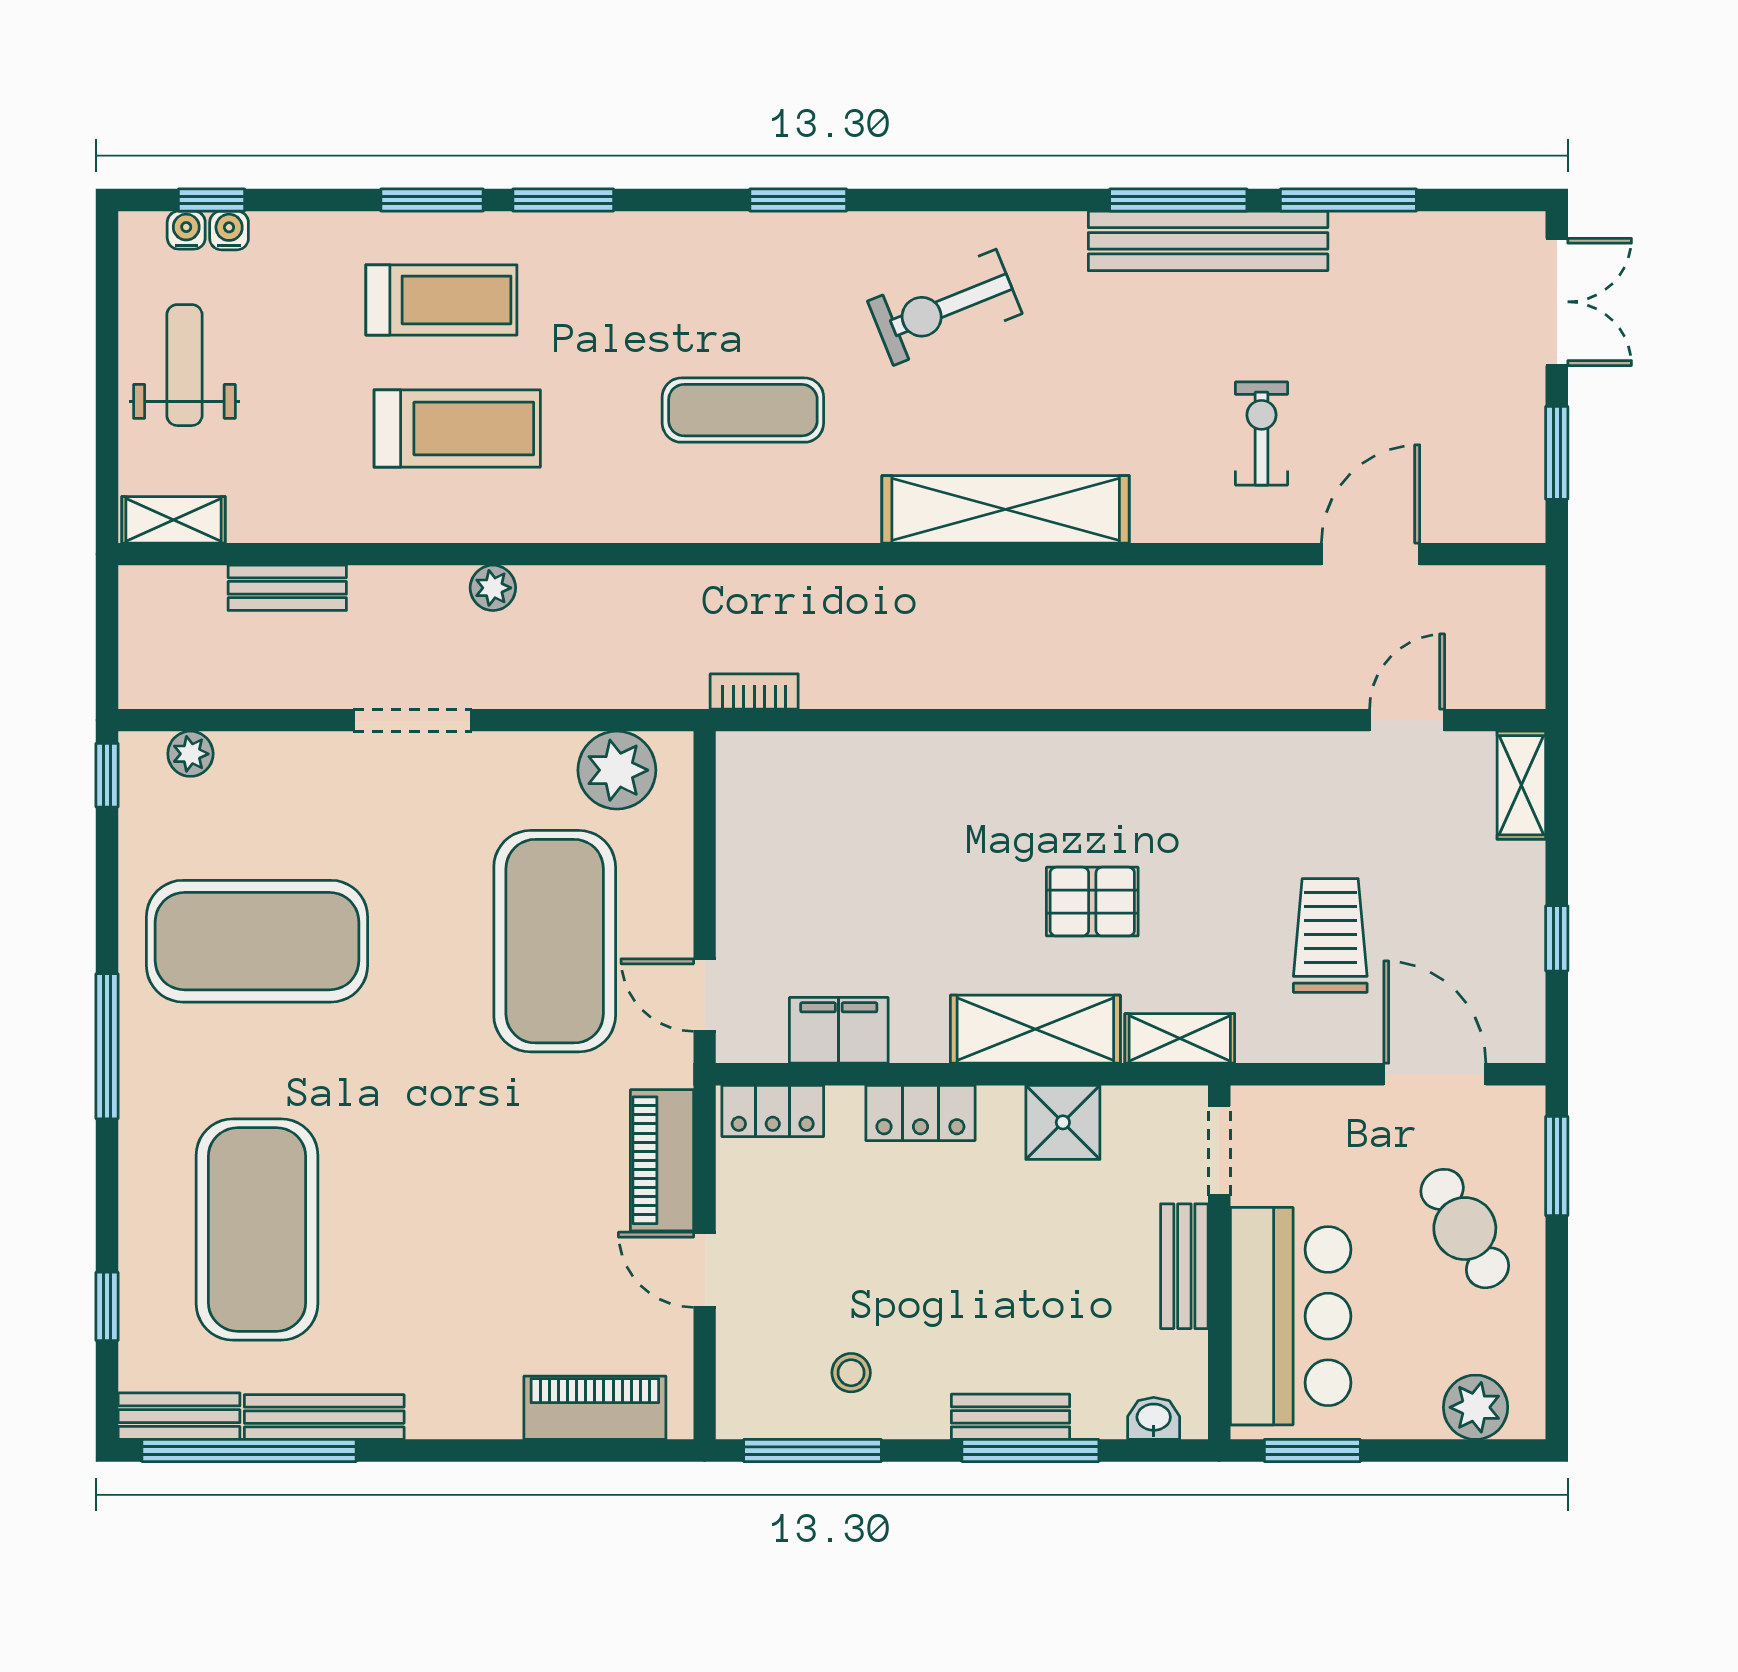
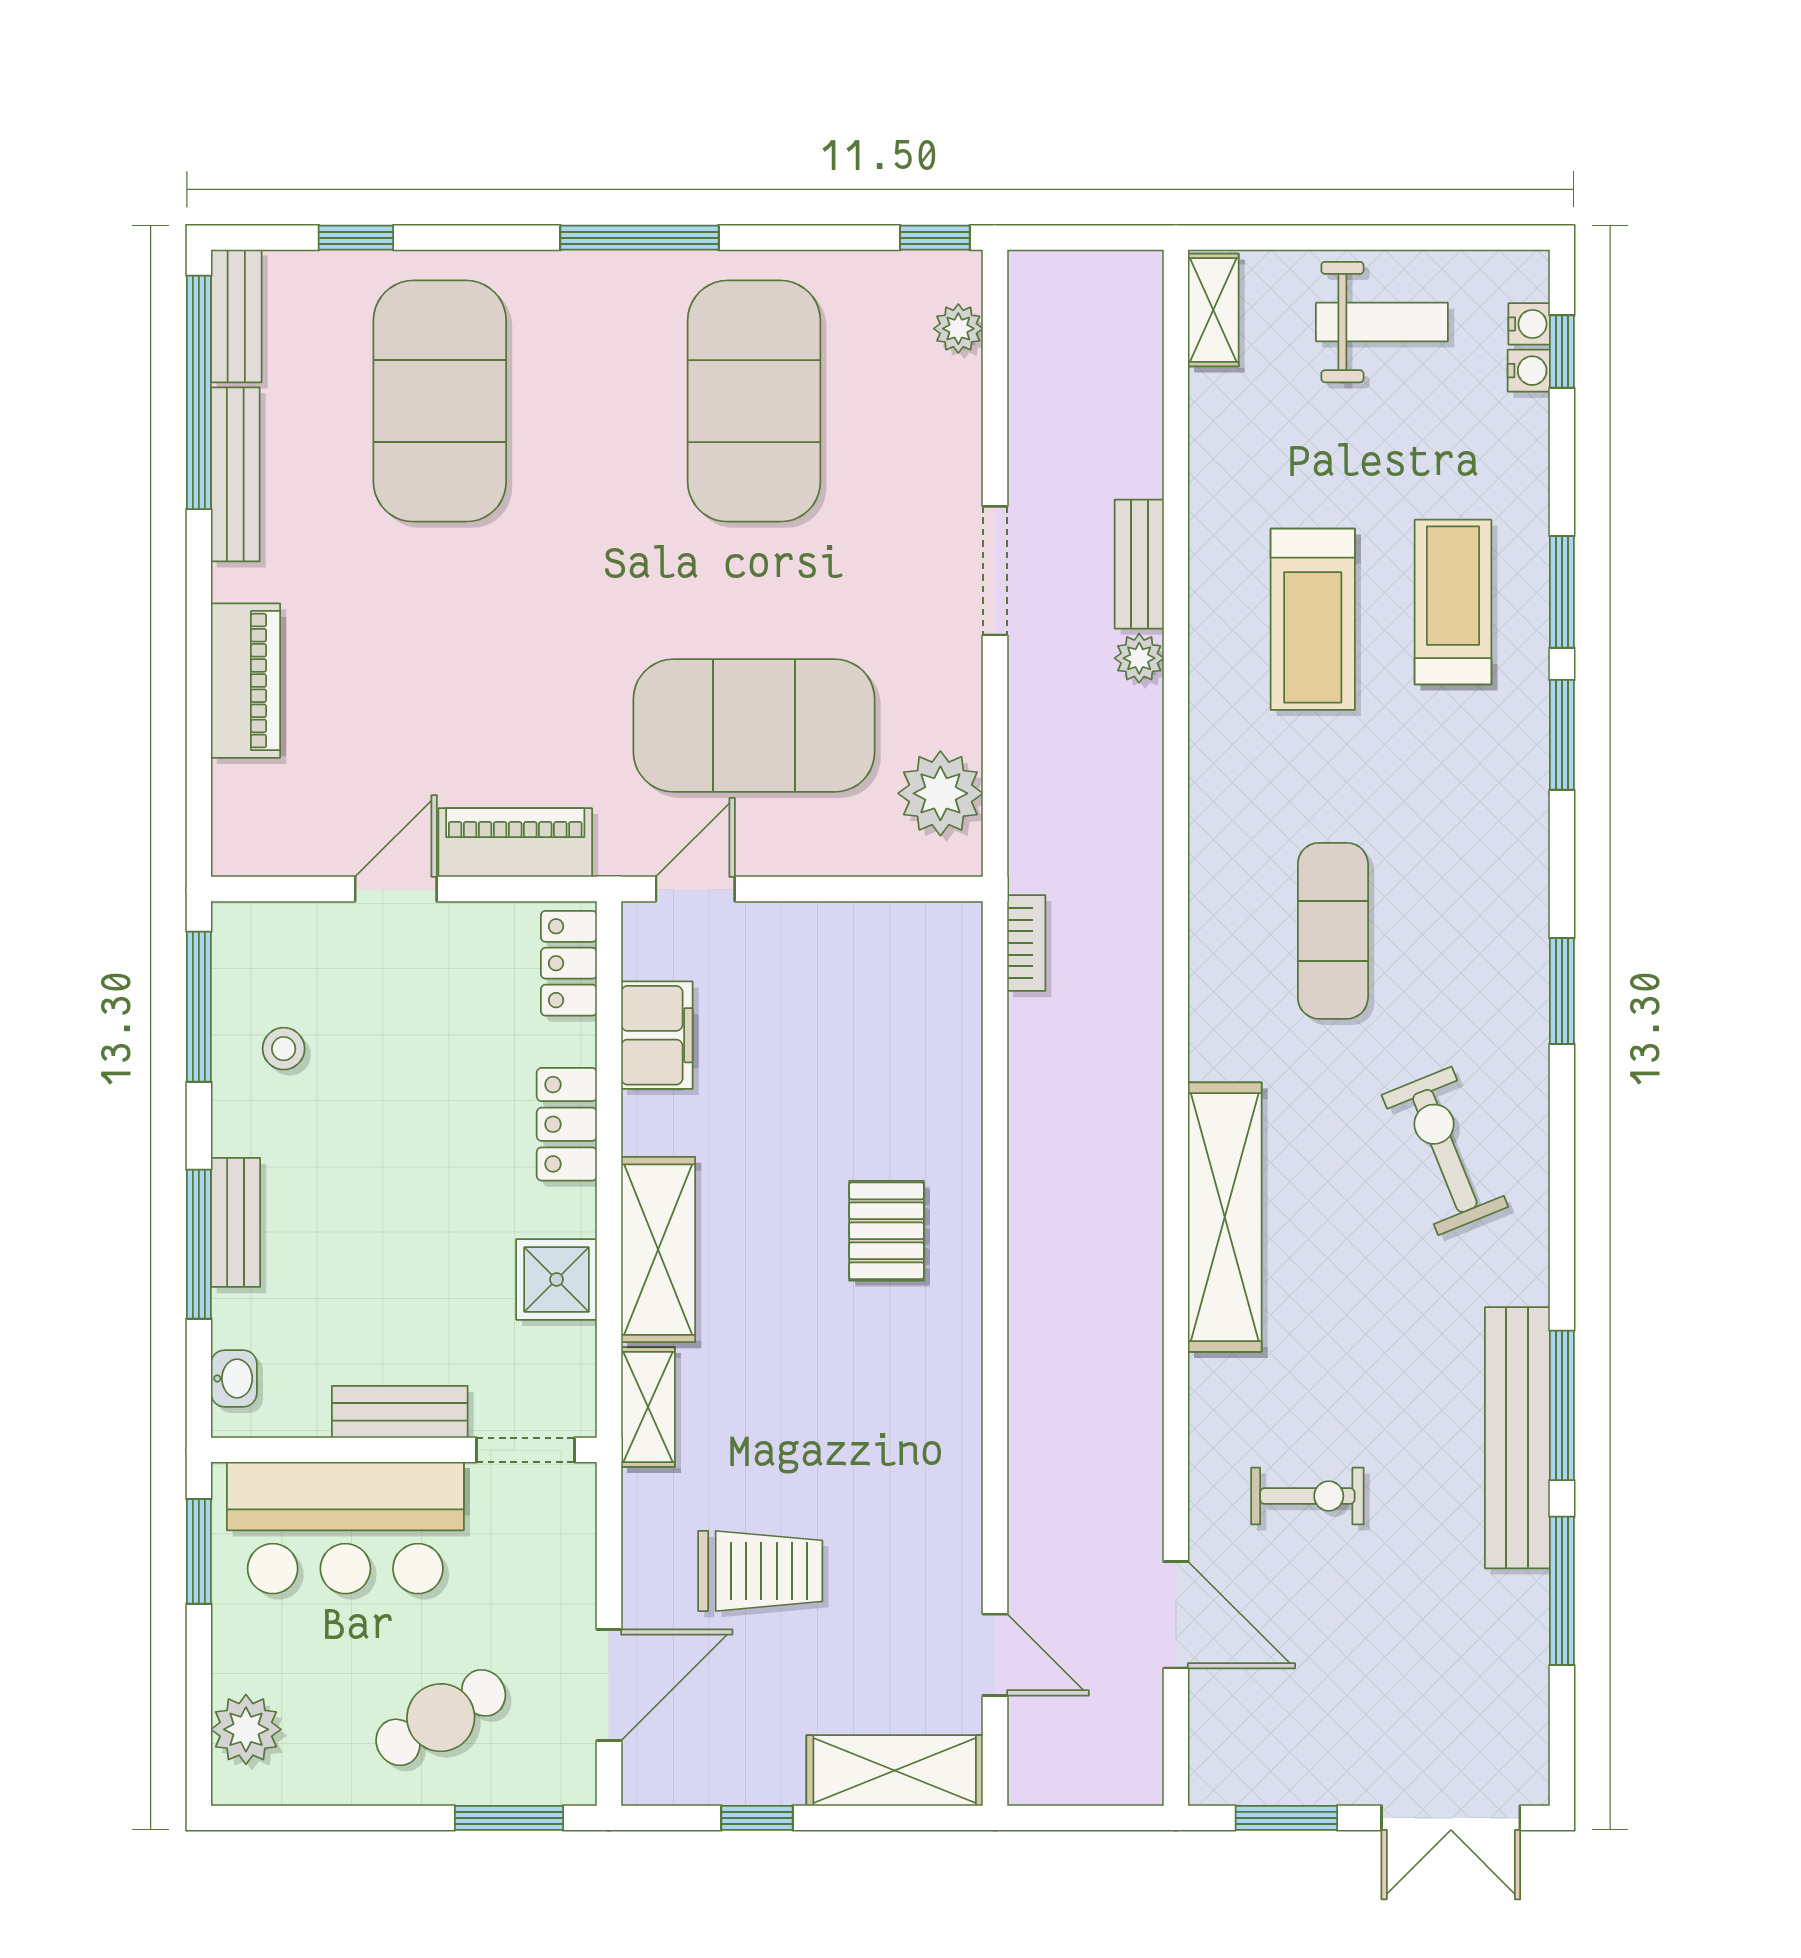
treadmill: (441, 300) -> (1453, 602), turned 180
bench: (287, 588) -> (1139, 564), moved
shelving: (1521, 785) -> (895, 1770), width x1.50, depth x1.33
pallet: (1092, 902) -> (887, 1231), moved
exercise mat: (257, 1229) -> (440, 401), turned 90
piano: (595, 1408) -> (245, 681), moved

